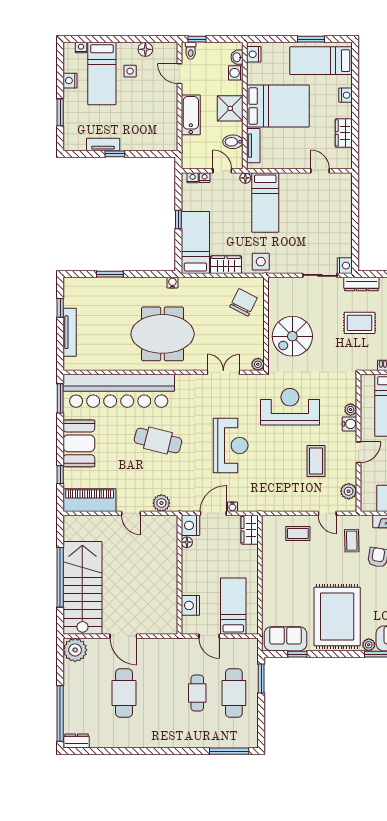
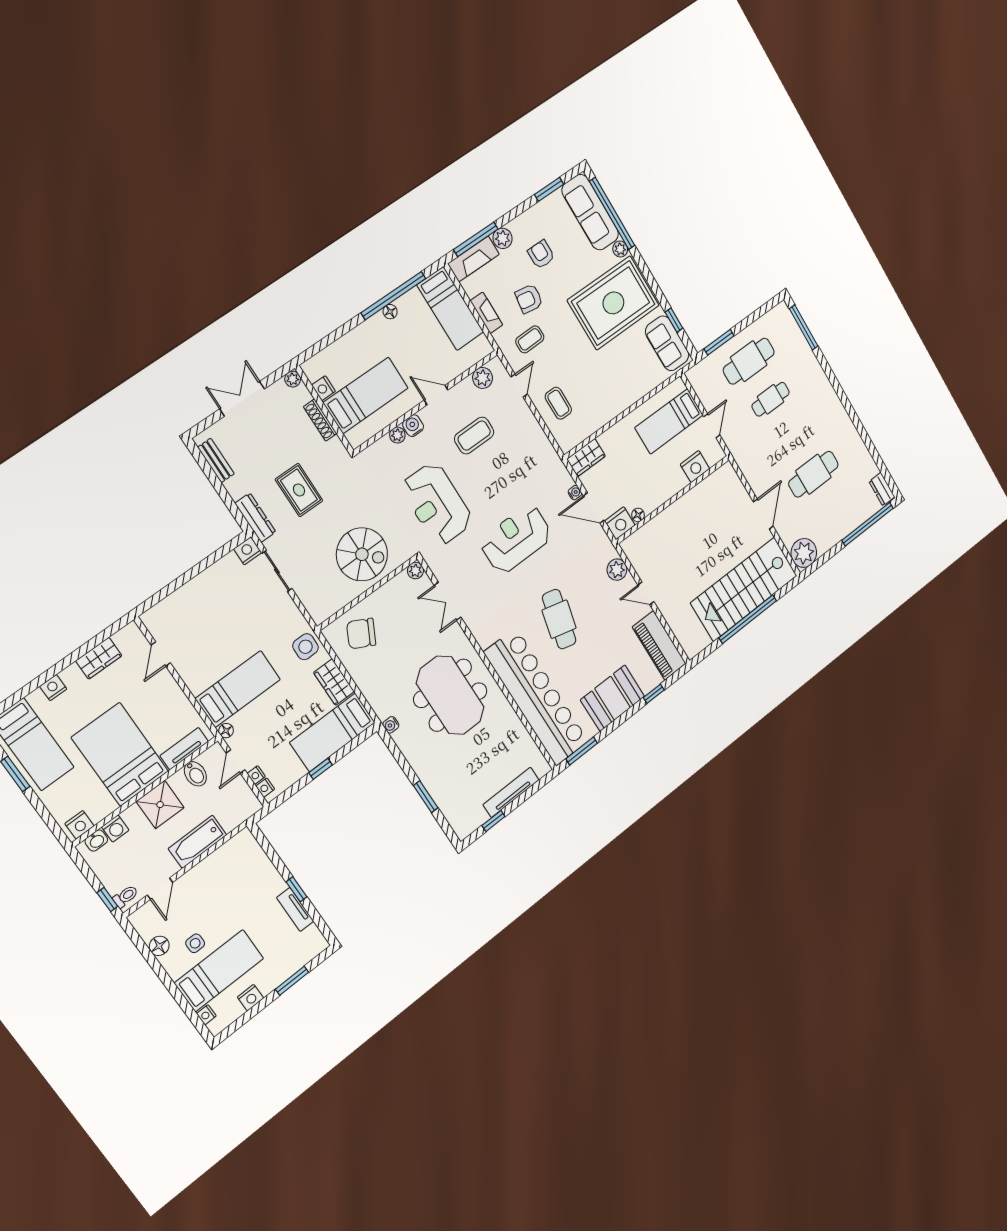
door: (131, 513) -> (646, 593), swing flipped

